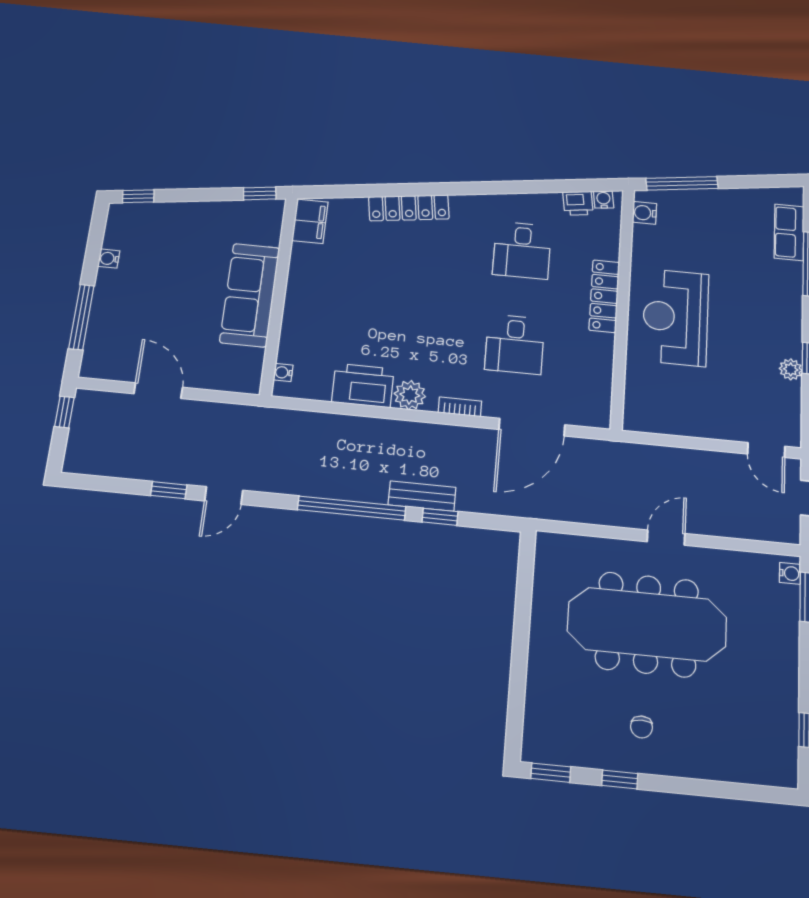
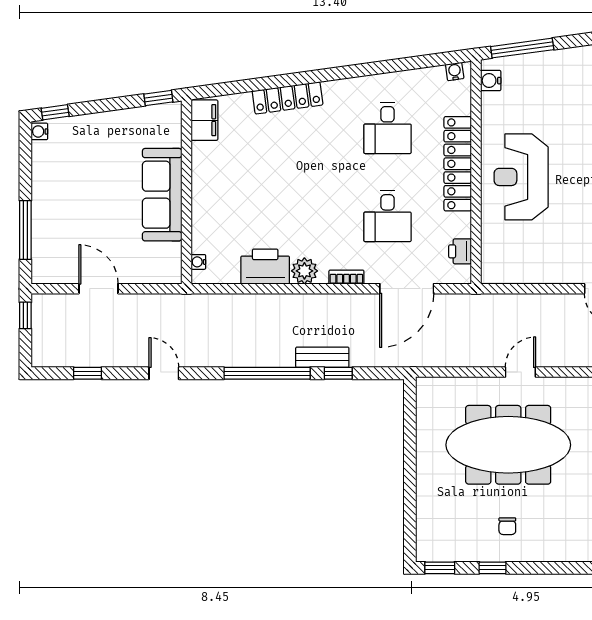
printer: (578, 203) -> (460, 251), moved, turned 98
water cooler: (109, 259) -> (39, 131), moved
locker: (604, 296) -> (458, 164), width x1.41, depth x1.21
window: (169, 490) -> (87, 373), moved
door: (224, 496) -> (164, 373), swing flipped

